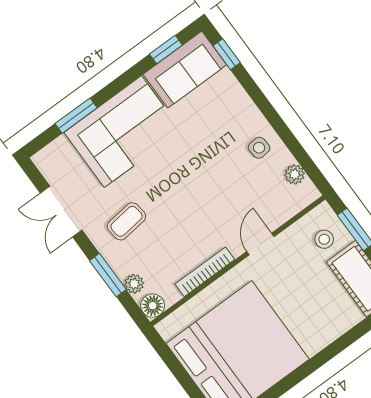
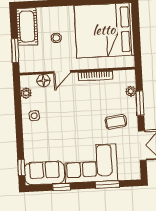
window: (166, 50) -> (61, 187), moved
stool: (324, 239) -> (56, 38), moved
floor lamp: (153, 306) -> (43, 81), moved

